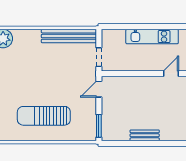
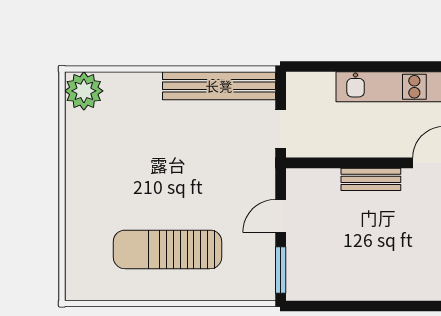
door: (99, 89) -> (281, 216), moved
bench: (145, 135) -> (371, 179), moved

